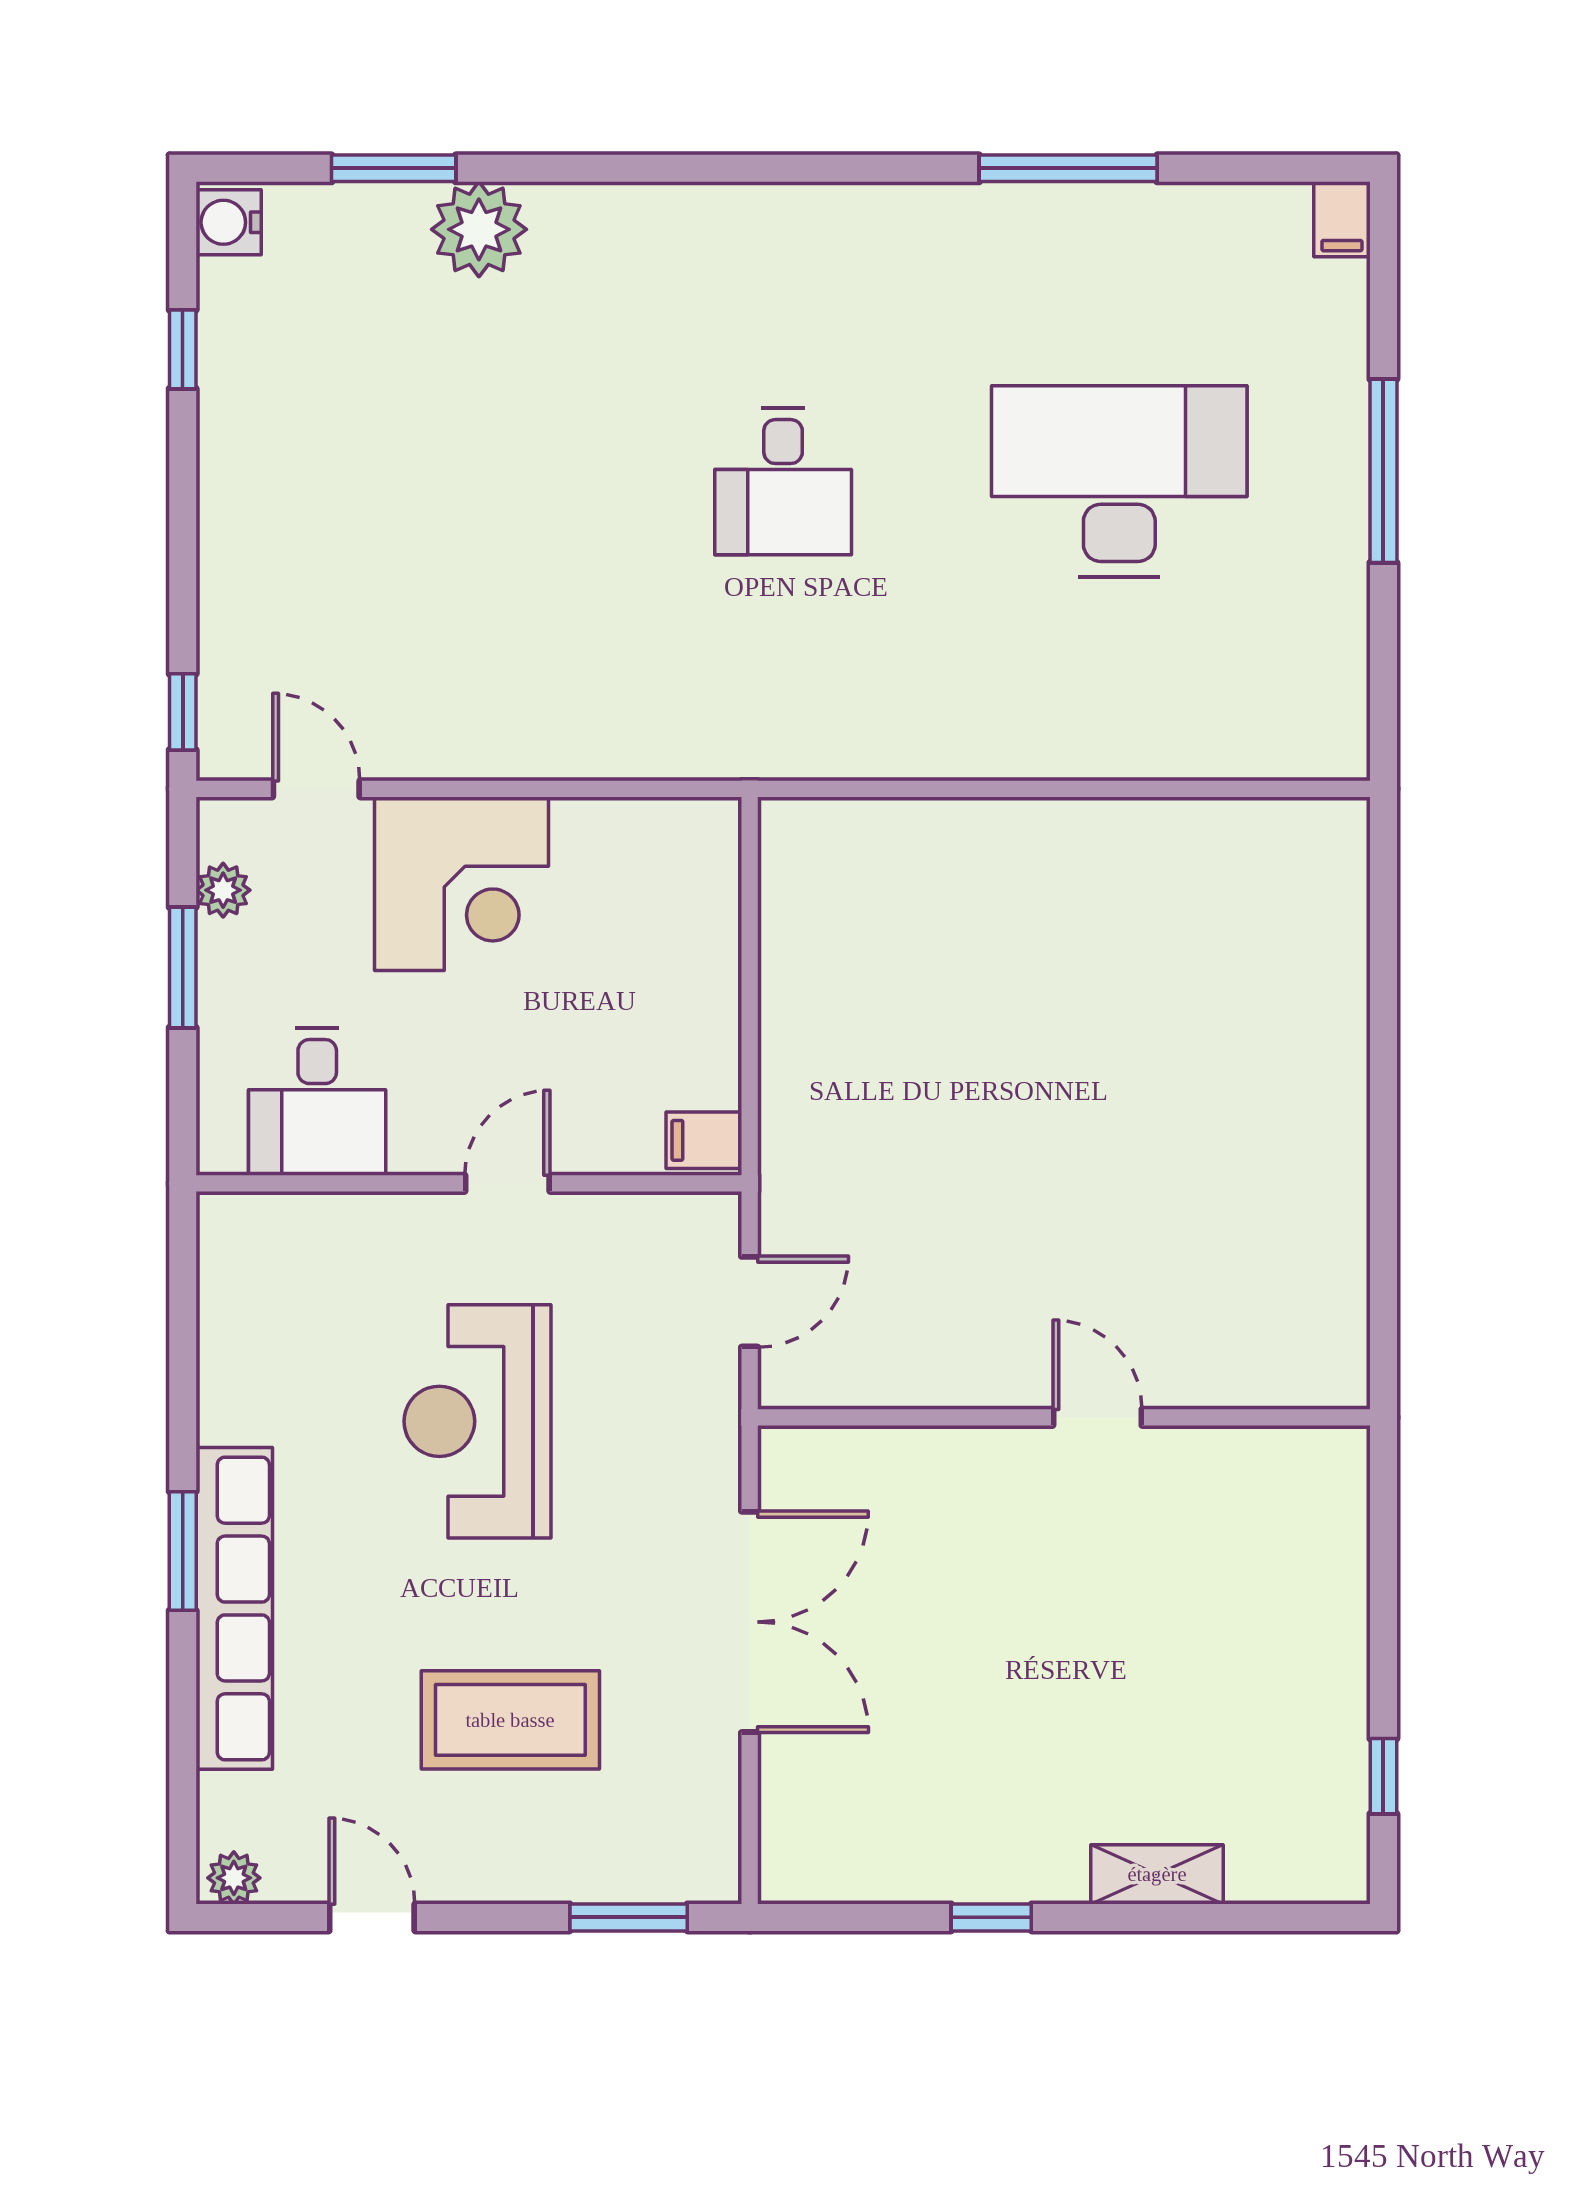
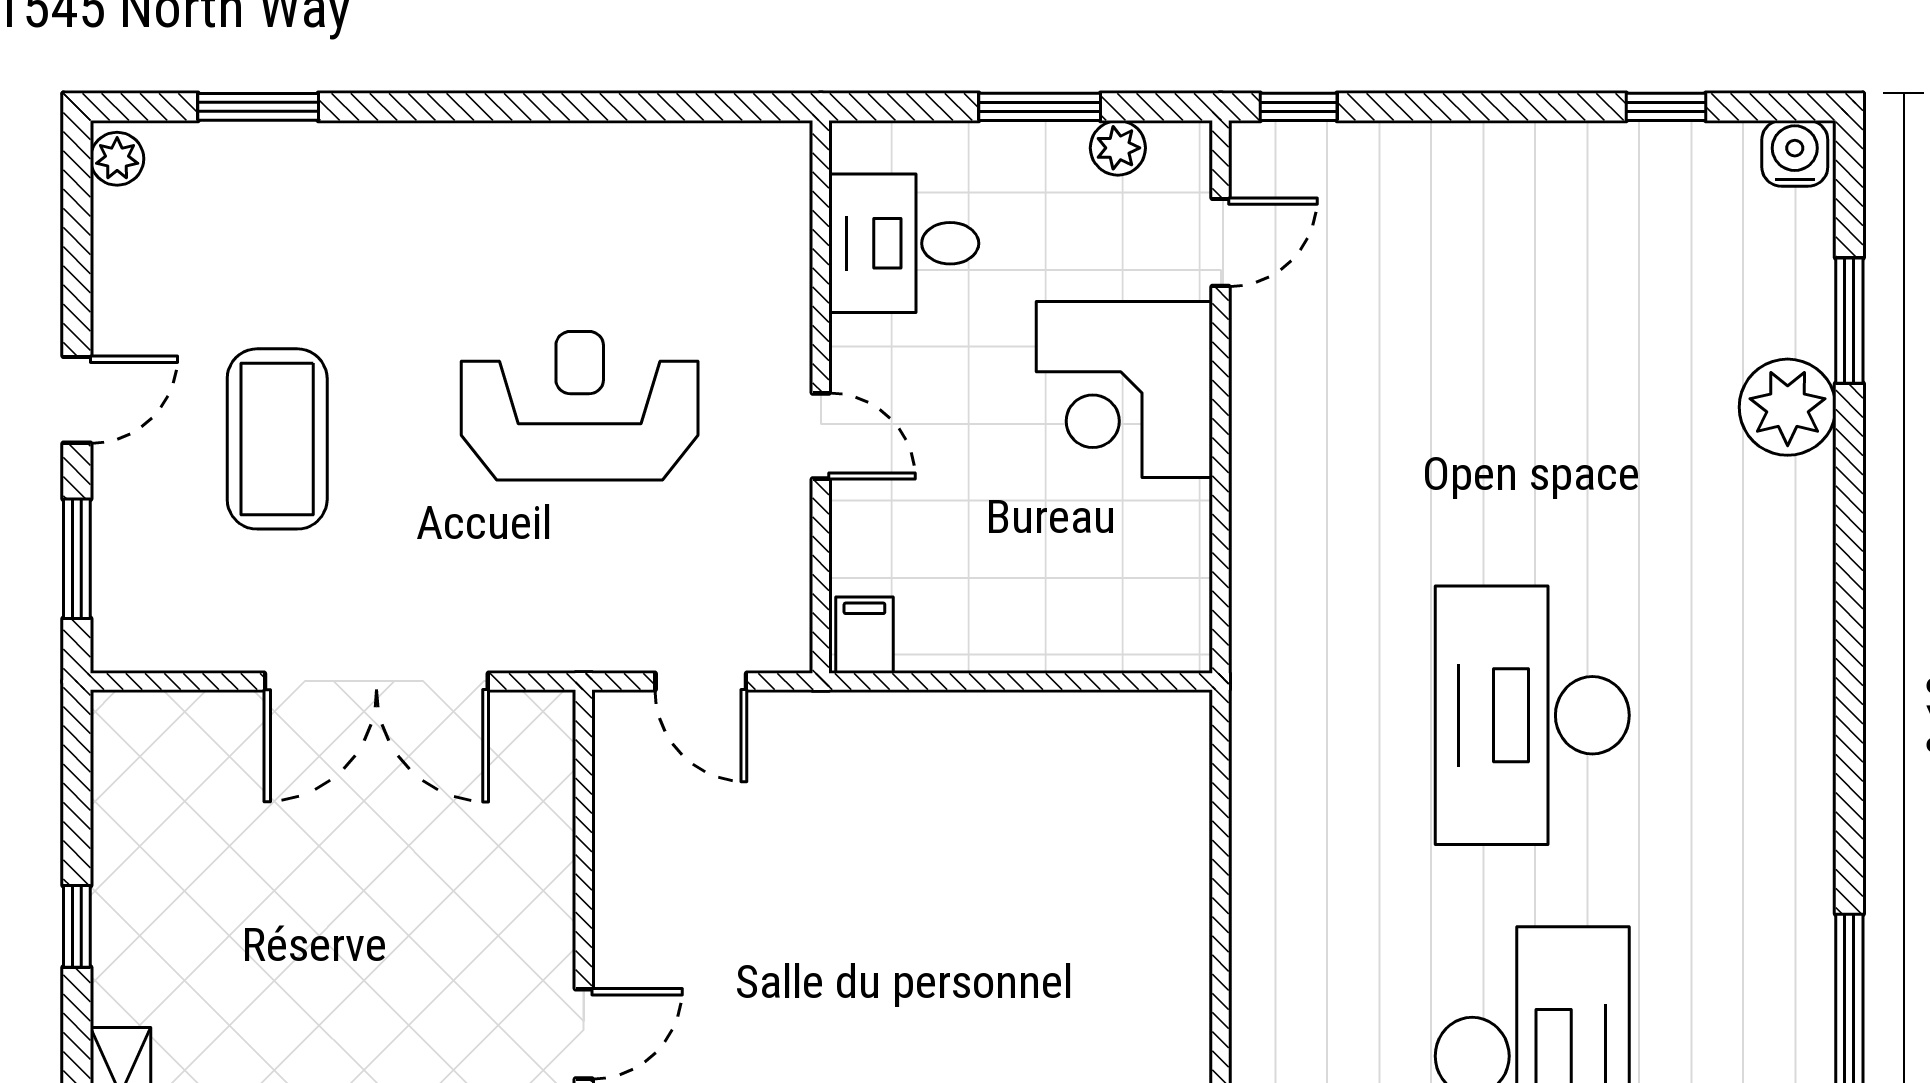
desk: (783, 481) -> (1532, 715), width x1.87, depth x1.30
window: (183, 1551) -> (258, 107), moved
row of seats: (234, 1608) -> (390, 159), removed
door: (372, 1917) -> (77, 400), moved

